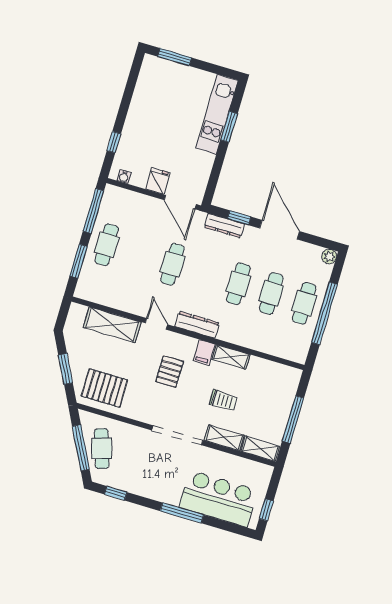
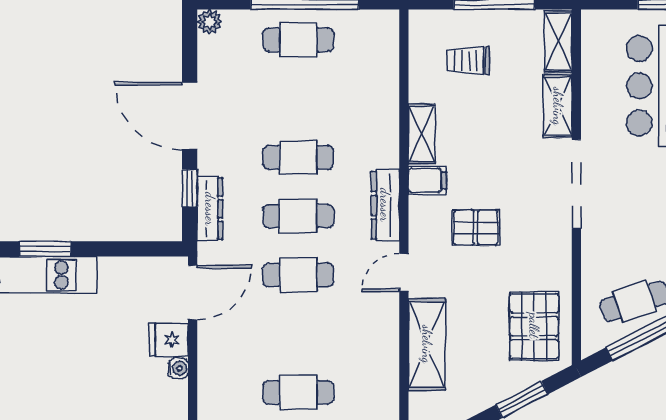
water cooler: (124, 177) -> (178, 368), moved
door: (280, 230) -> (190, 116), hinge flipped
cafe table: (271, 293) -> (298, 216), moved
trolley: (223, 400) -> (468, 61), moved, turned -90

